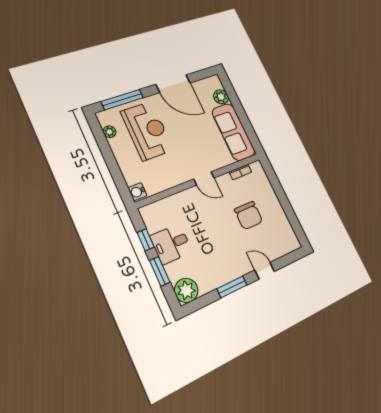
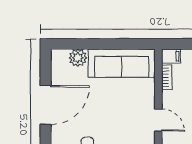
filing cabinet: (258, 169) -> (171, 56), added
door: (204, 178) -> (158, 120), hinge flipped

